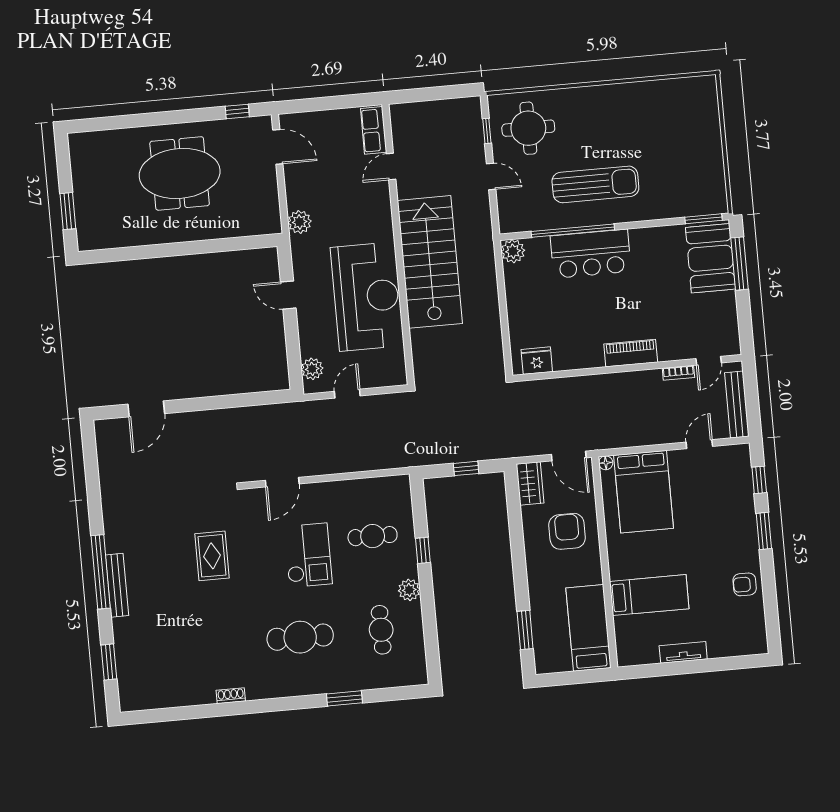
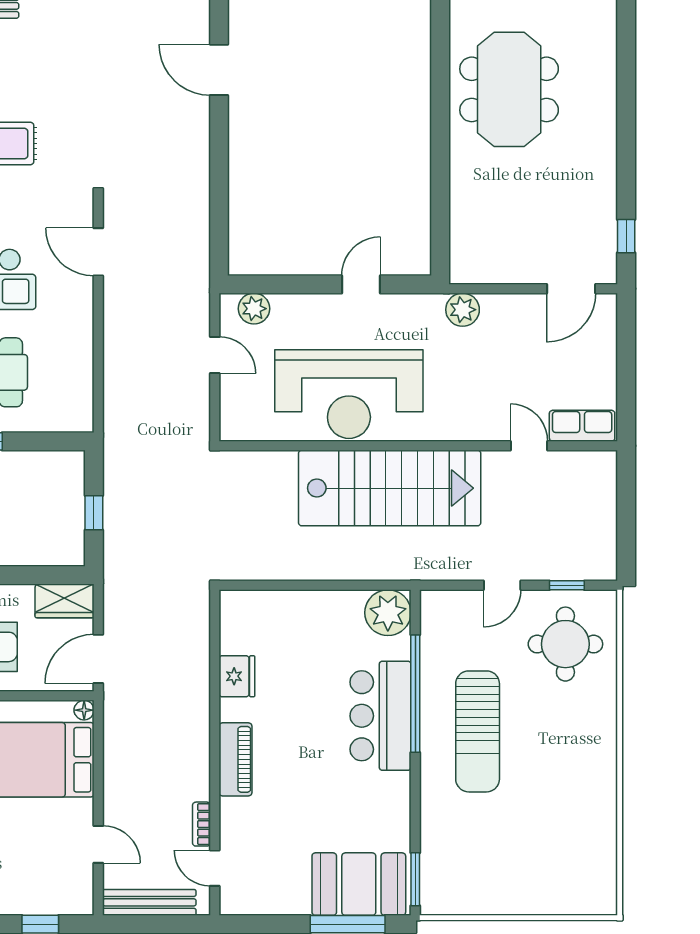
meeting table: (180, 173) -> (509, 89), moved
plant: (513, 251) -> (388, 613), width x1.36, depth x1.36
fridge: (537, 361) -> (237, 676), moved

